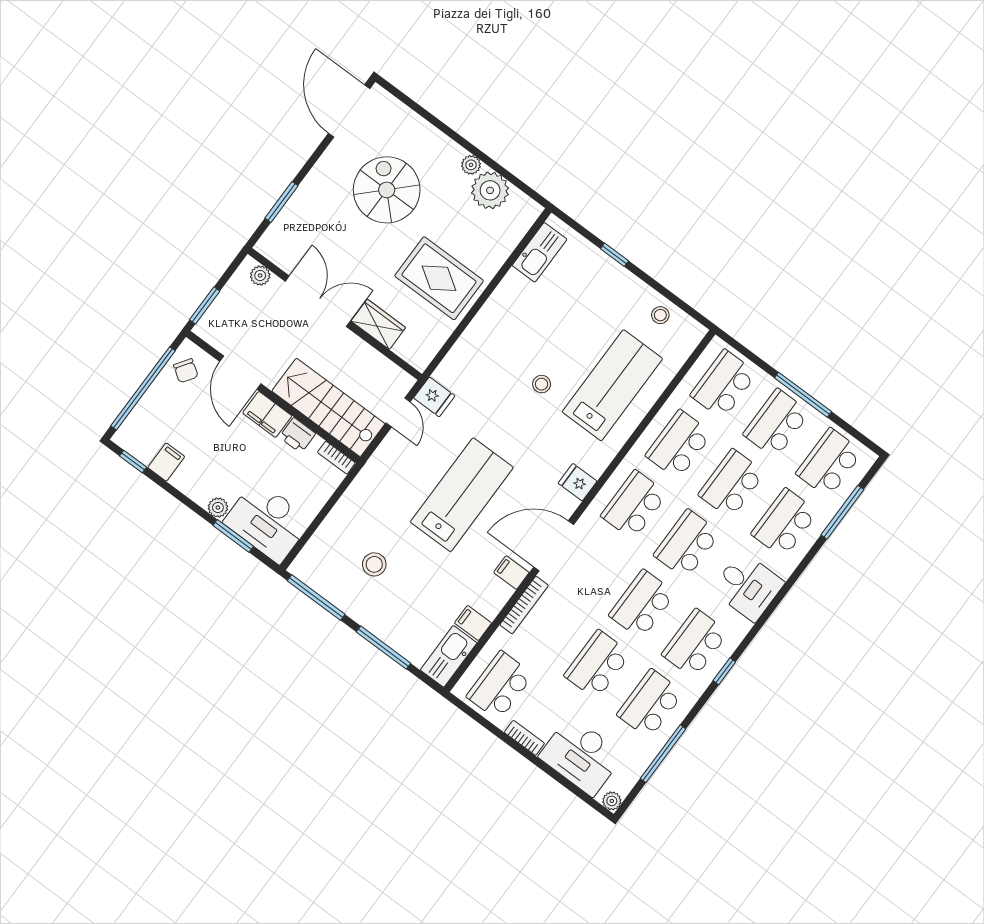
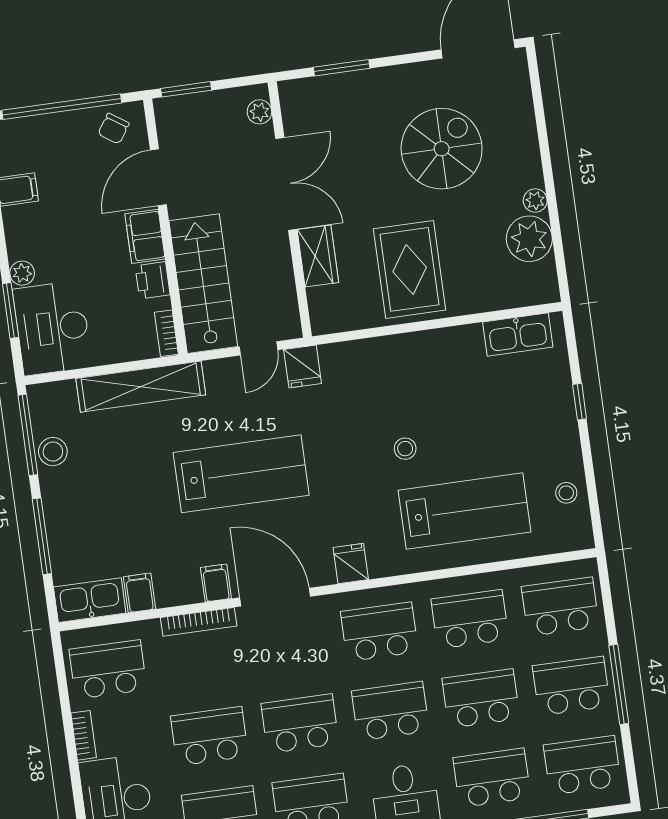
shelving: (353, 503) -> (141, 387), added
stool: (374, 564) -> (53, 452), moved

